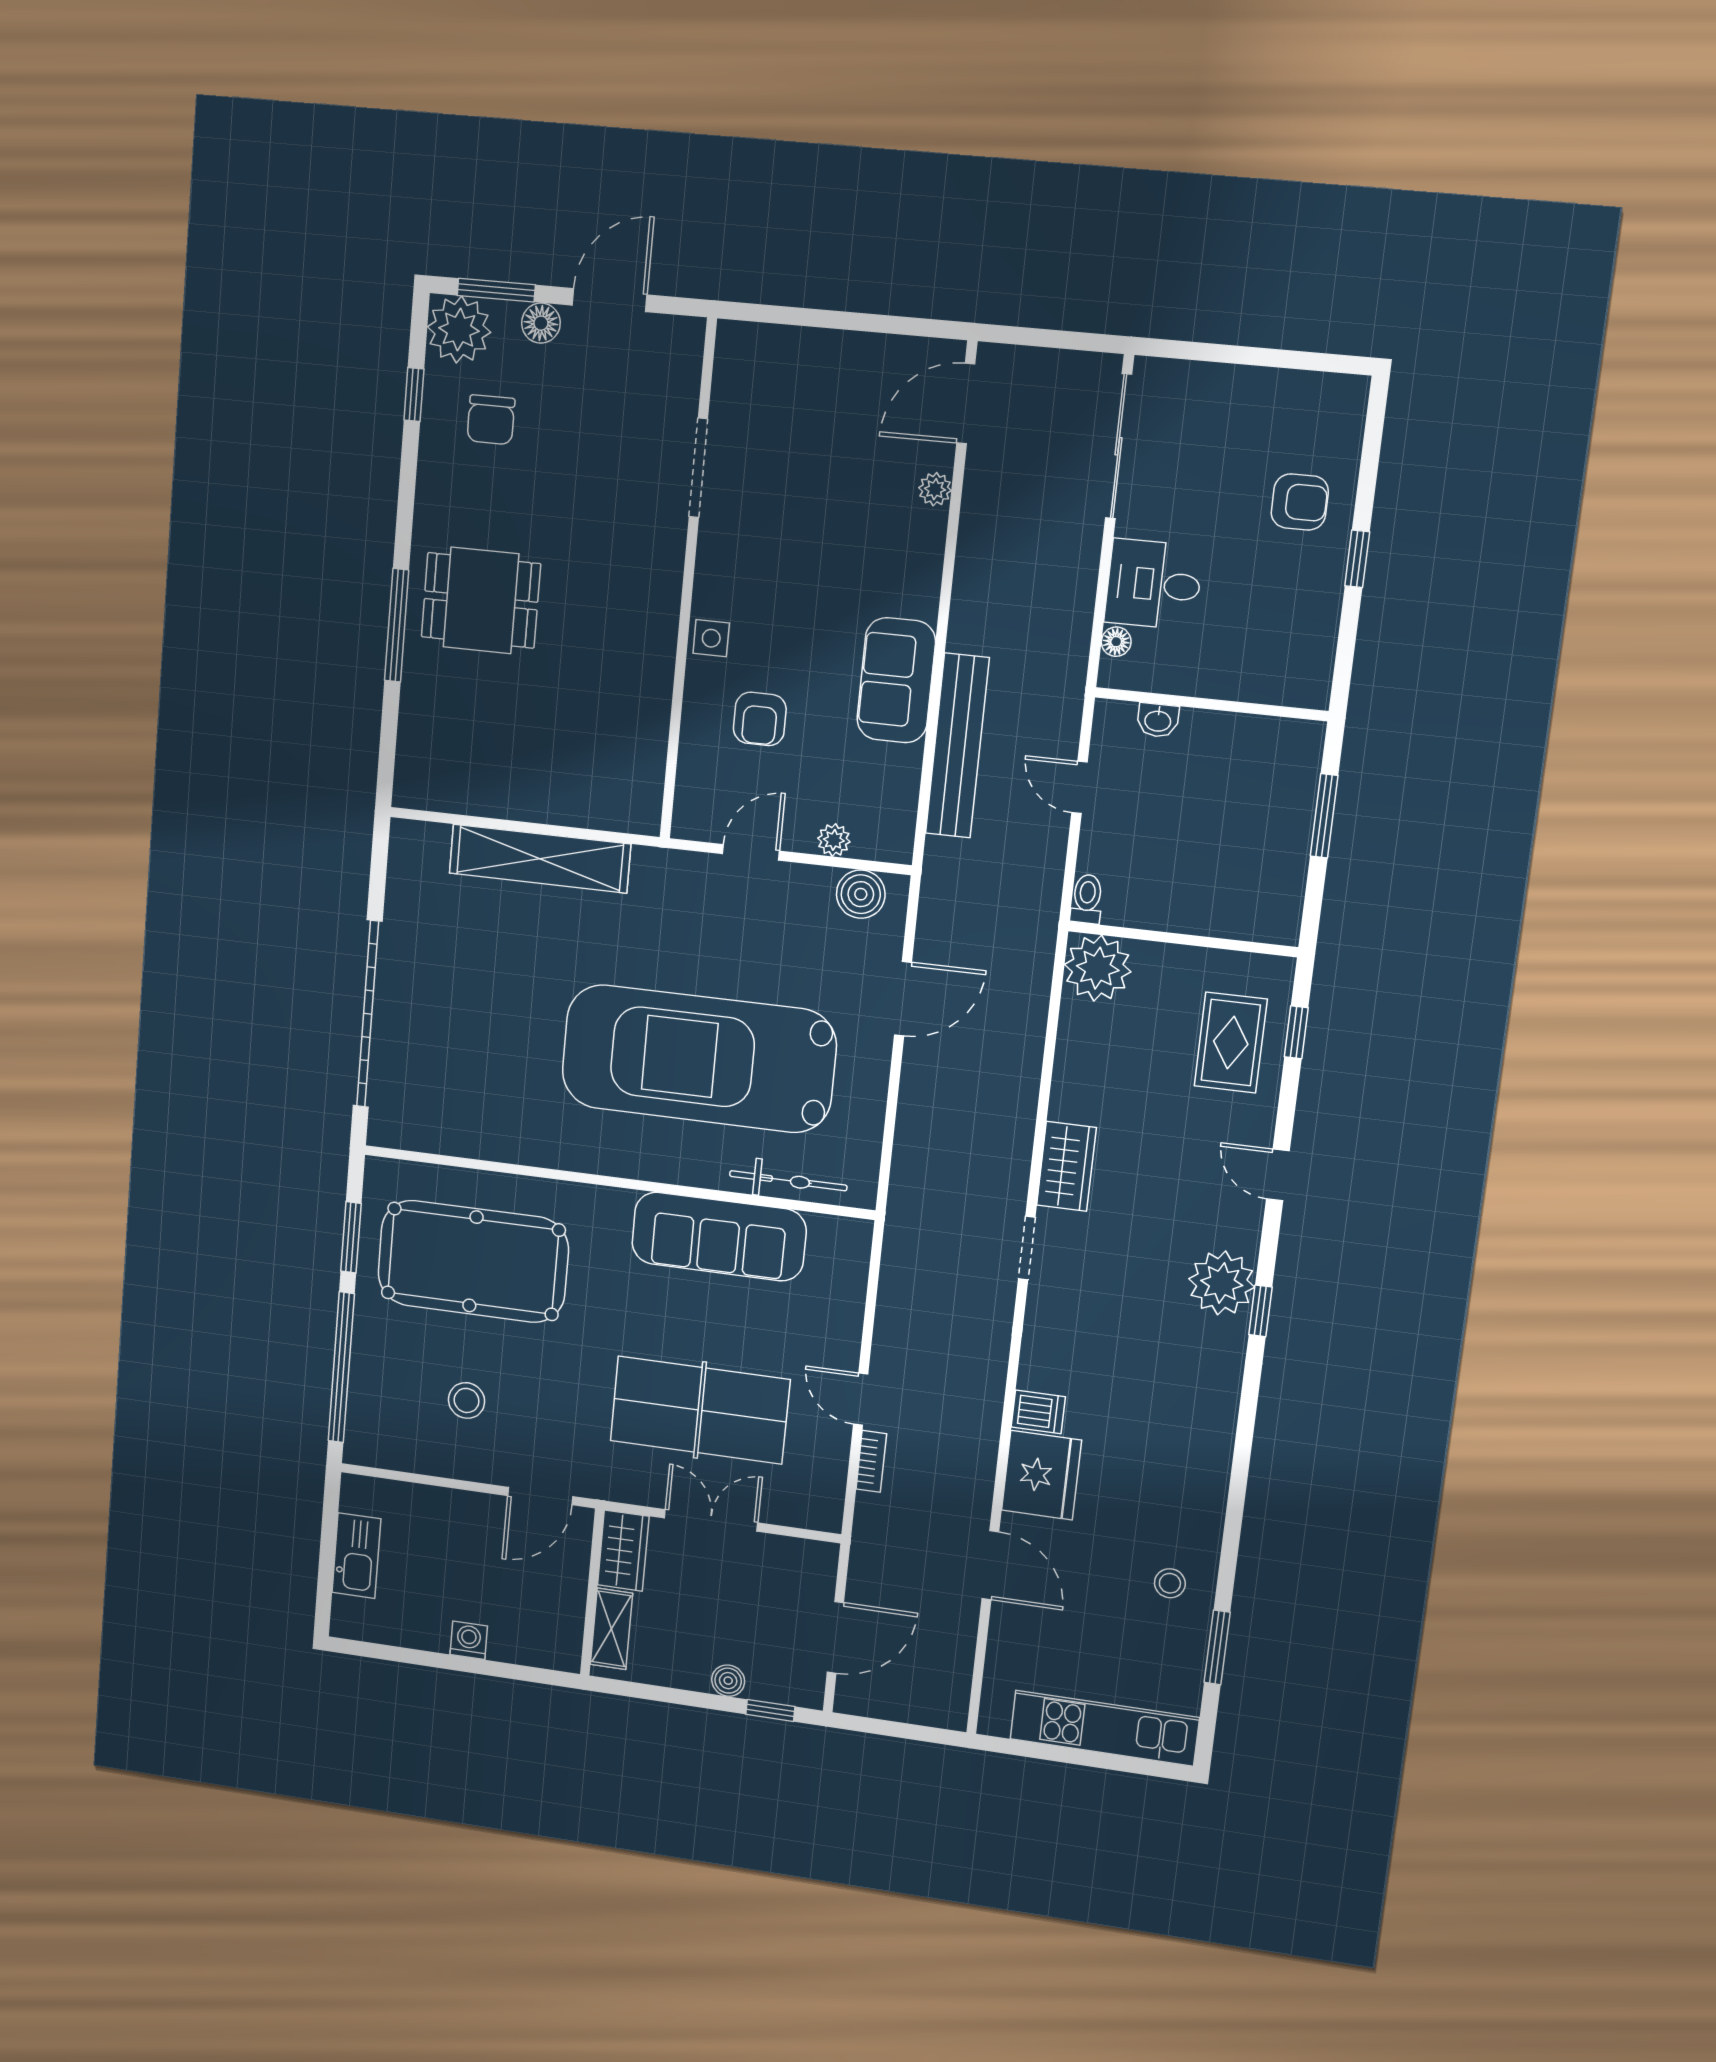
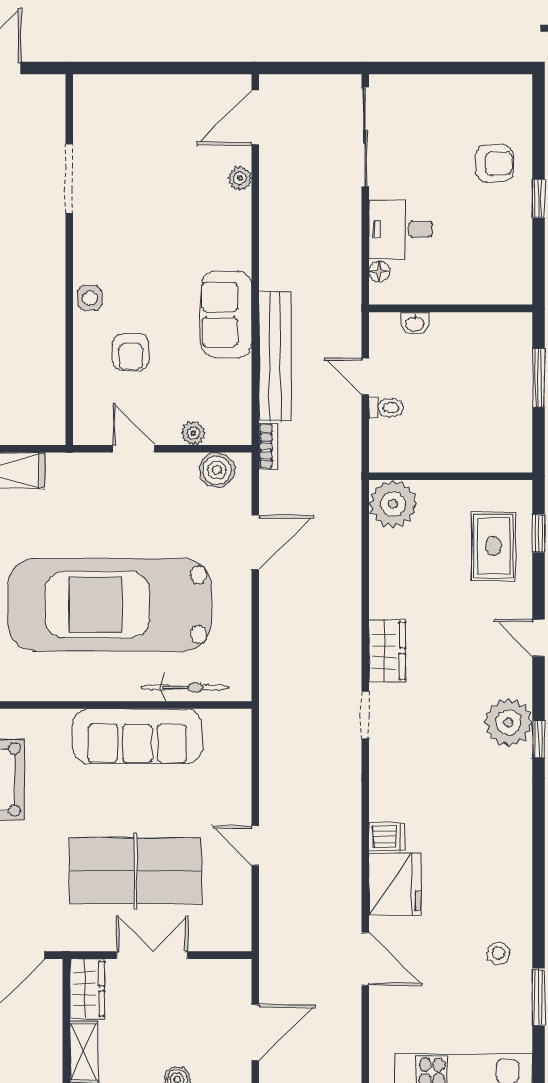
door: (751, 852) -> (134, 449), hinge flipped
toilet: (1087, 899) -> (386, 408), moved, turned 90
bookcase: (871, 1461) -> (268, 446), moved

